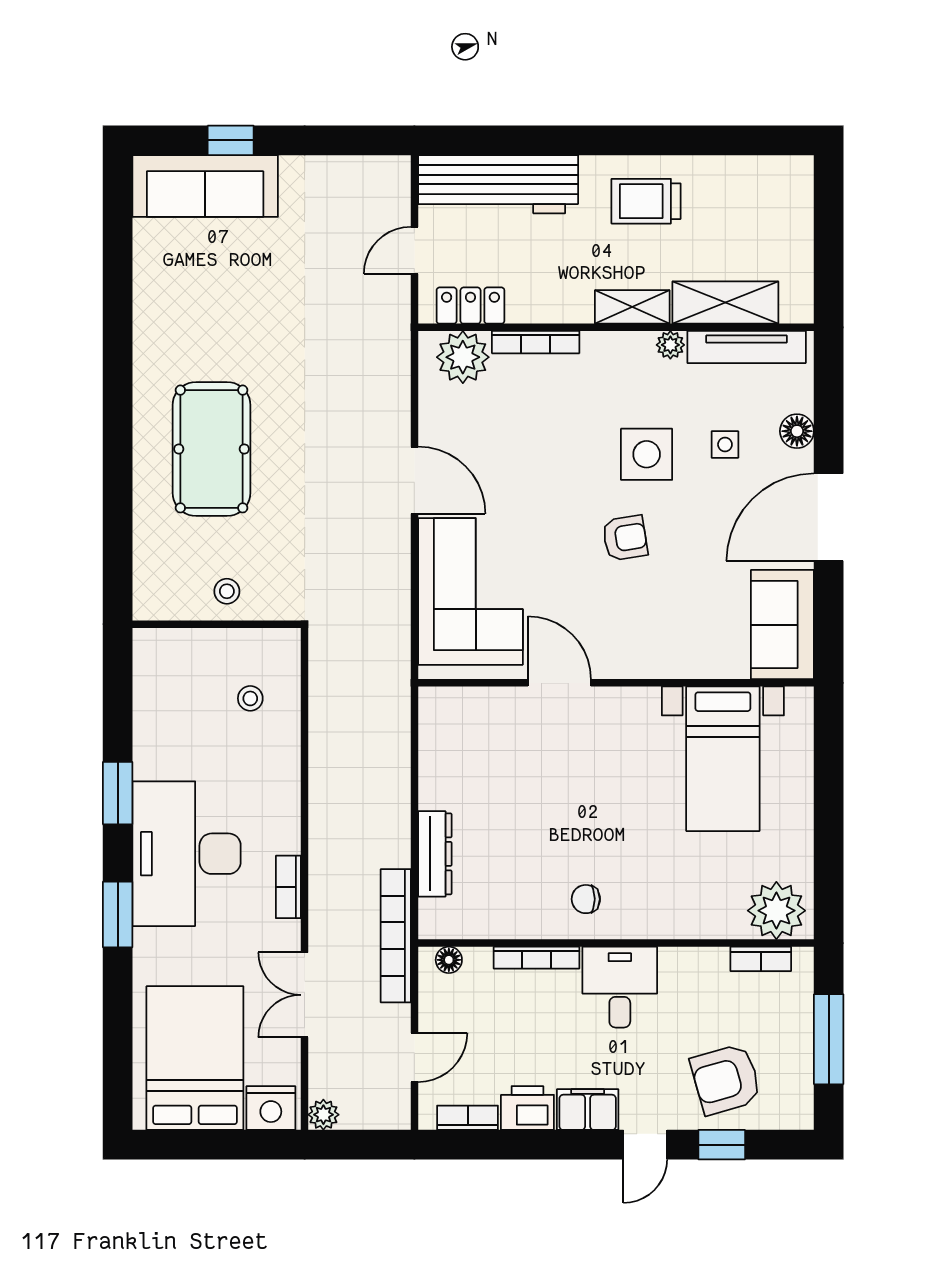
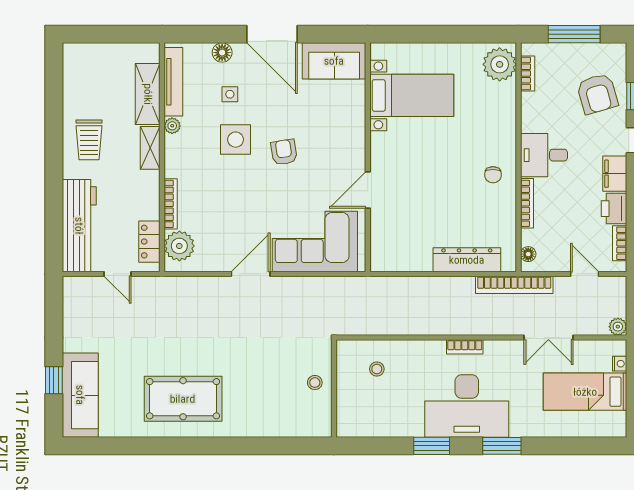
pool table: (212, 449) -> (183, 399), moved
dresser: (435, 854) -> (467, 260), width x1.37, depth x1.24
bookcase: (288, 887) -> (465, 347), moved
bed: (195, 1058) -> (585, 392), width x0.67
nightstand: (271, 1108) -> (620, 364), width x0.53, depth x0.56

